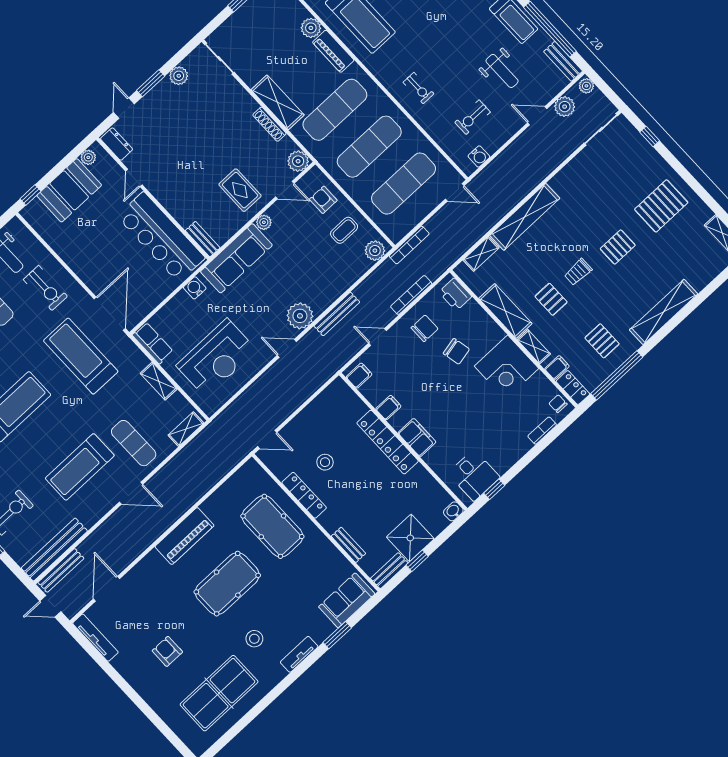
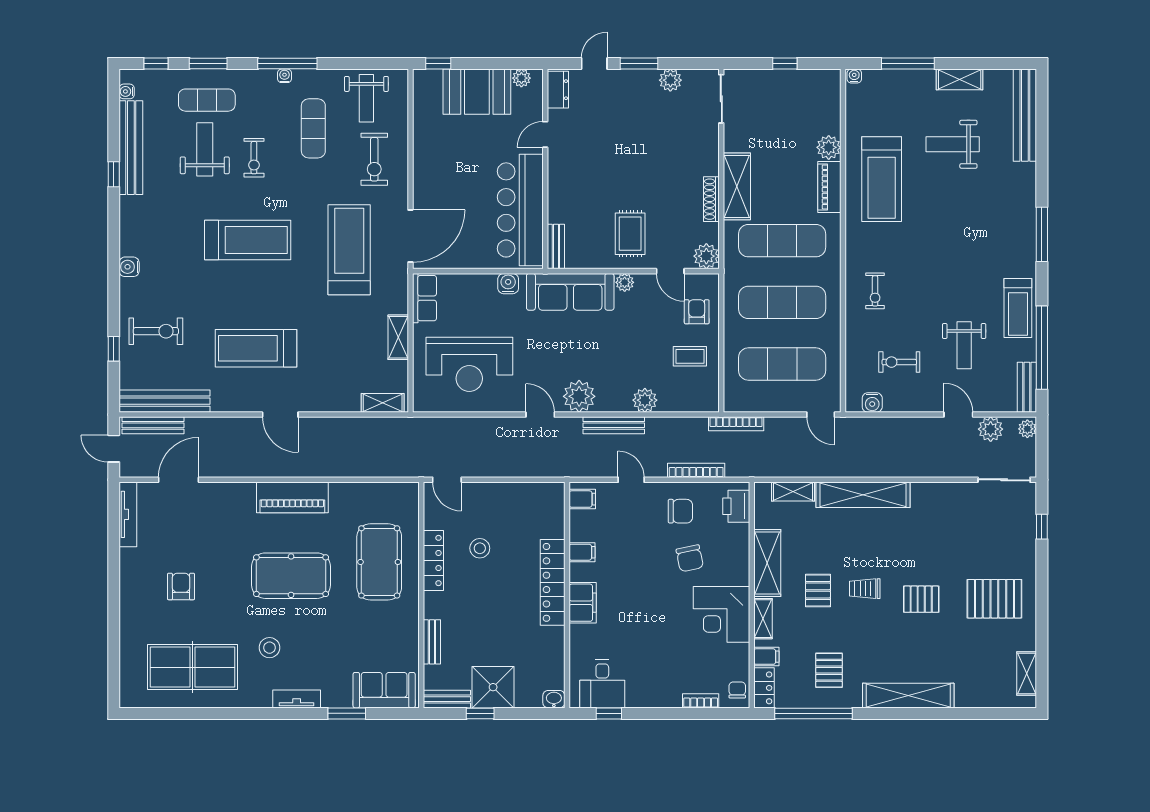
plant: (375, 251) -> (645, 400), moved
exercise mat: (134, 443) -> (324, 372), removed

